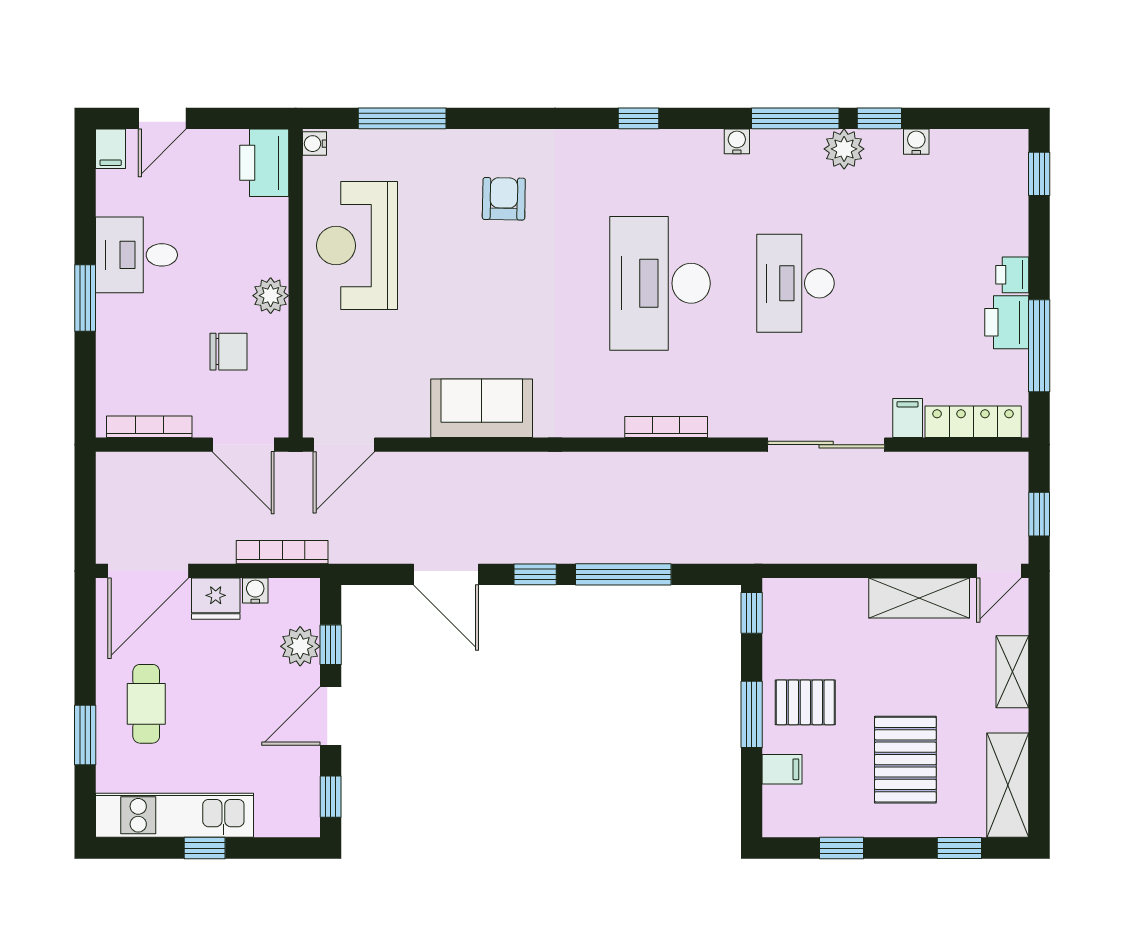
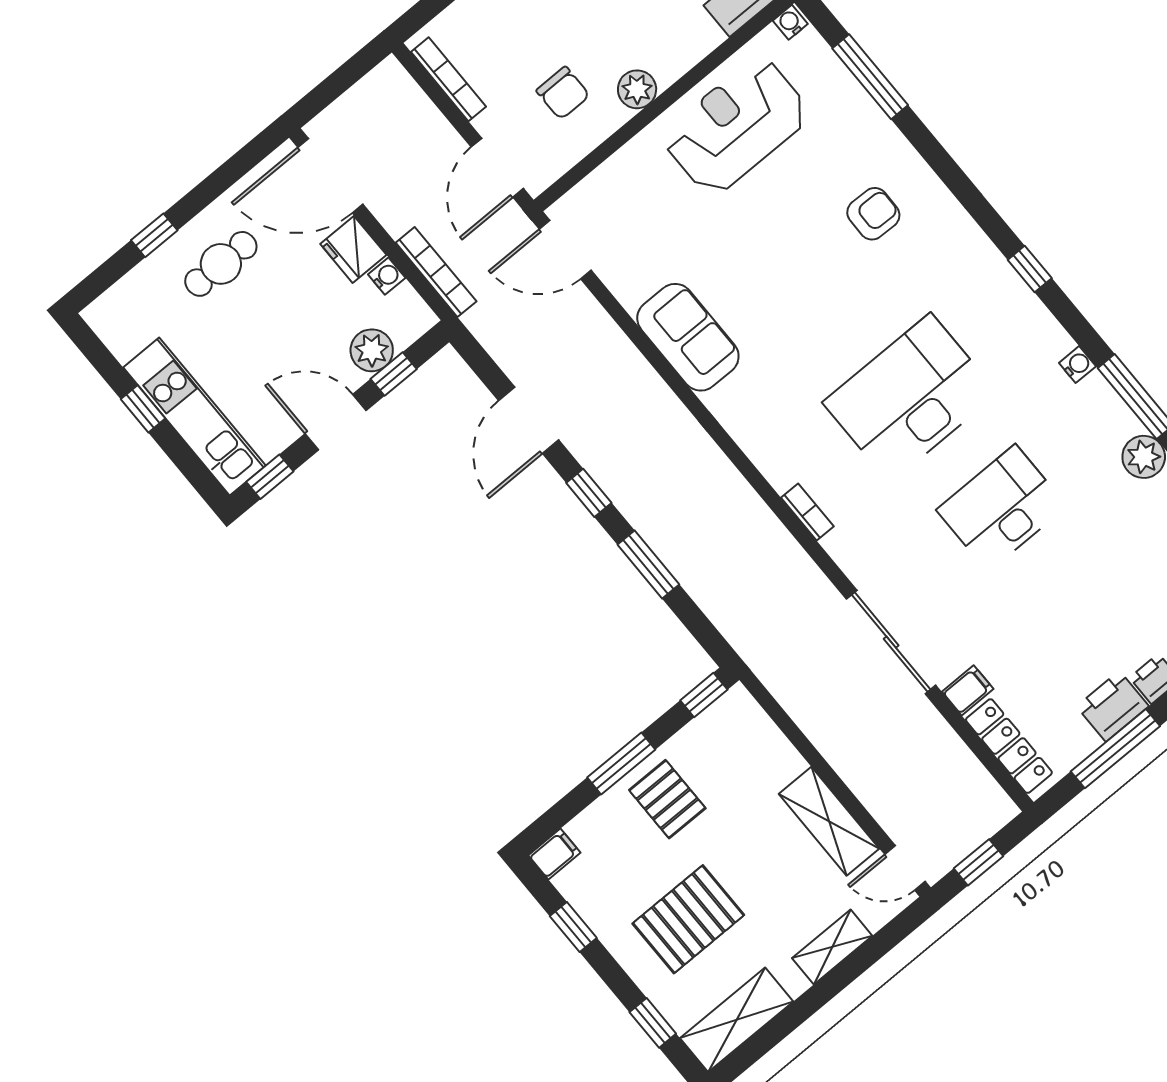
bookcase: (666, 427) -> (807, 512), width x0.64
window: (623, 574) -> (648, 565), width x0.69
window: (85, 735) -> (154, 235), width x0.67
filing cabinet: (782, 769) -> (554, 854), moved, turned -90
kitchen unit: (174, 815) -> (194, 417), moved

